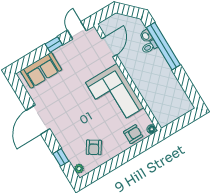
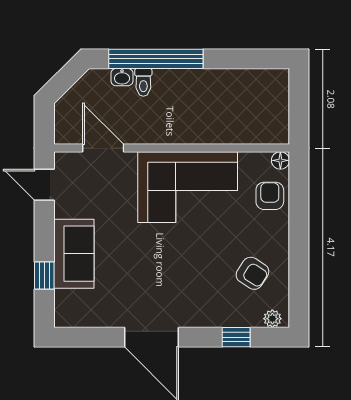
window: (54, 44) -> (44, 276), moved
sofa: (41, 70) -> (74, 254), moved

